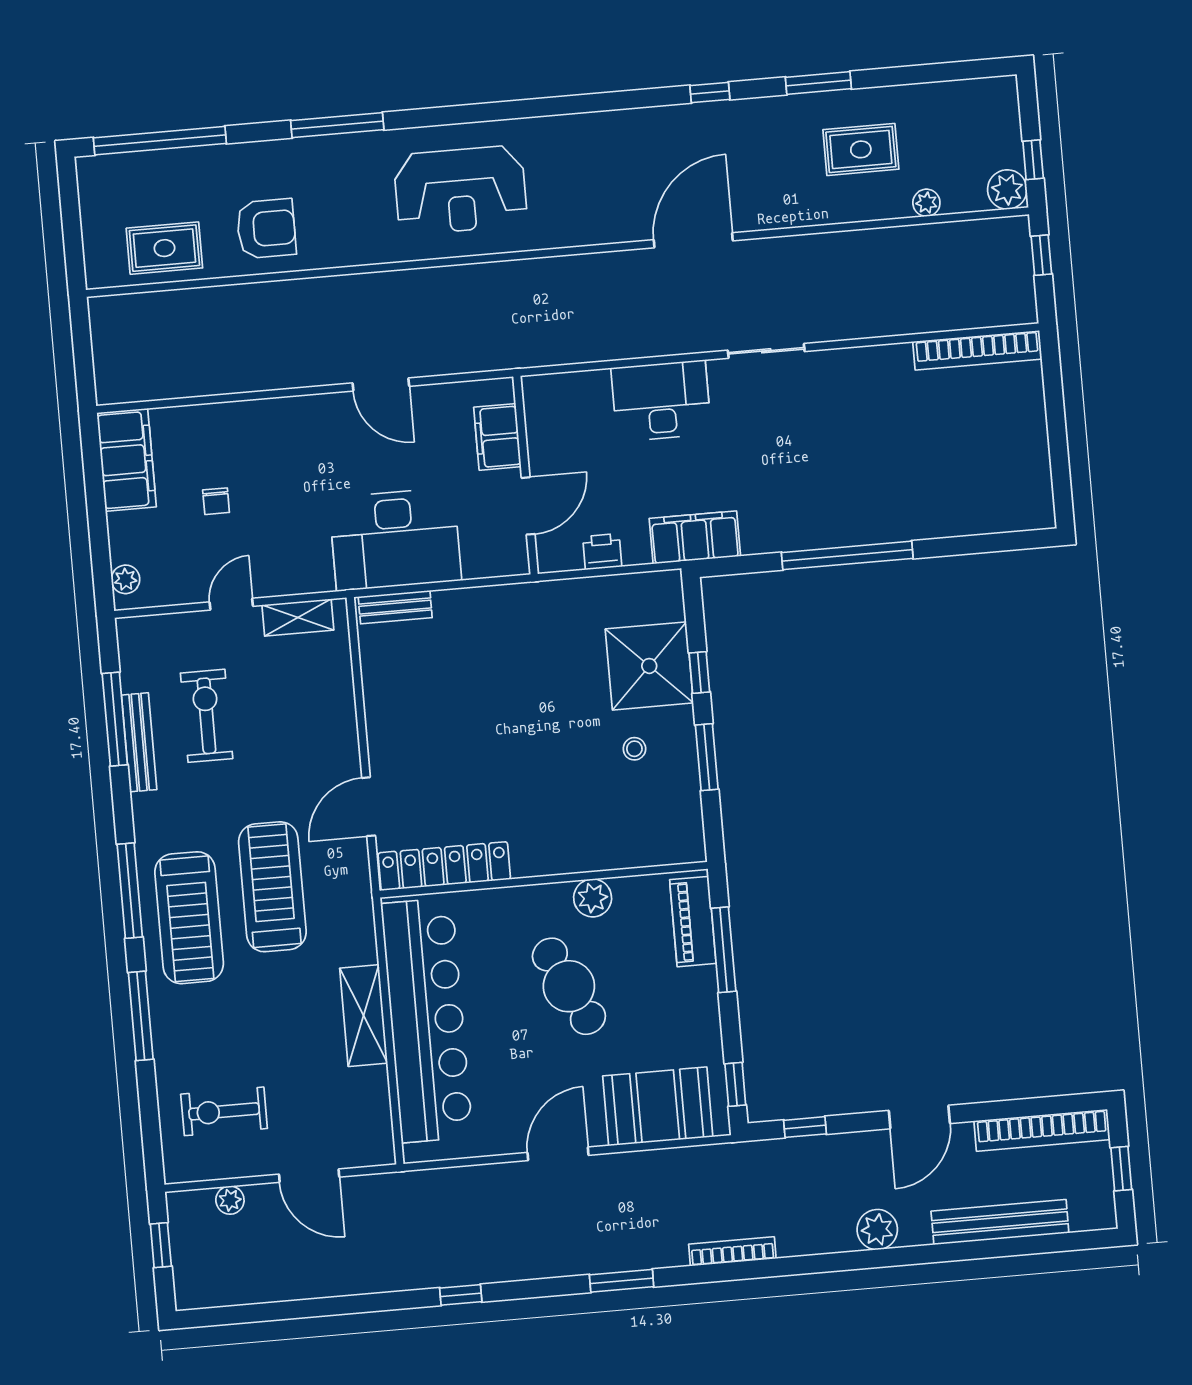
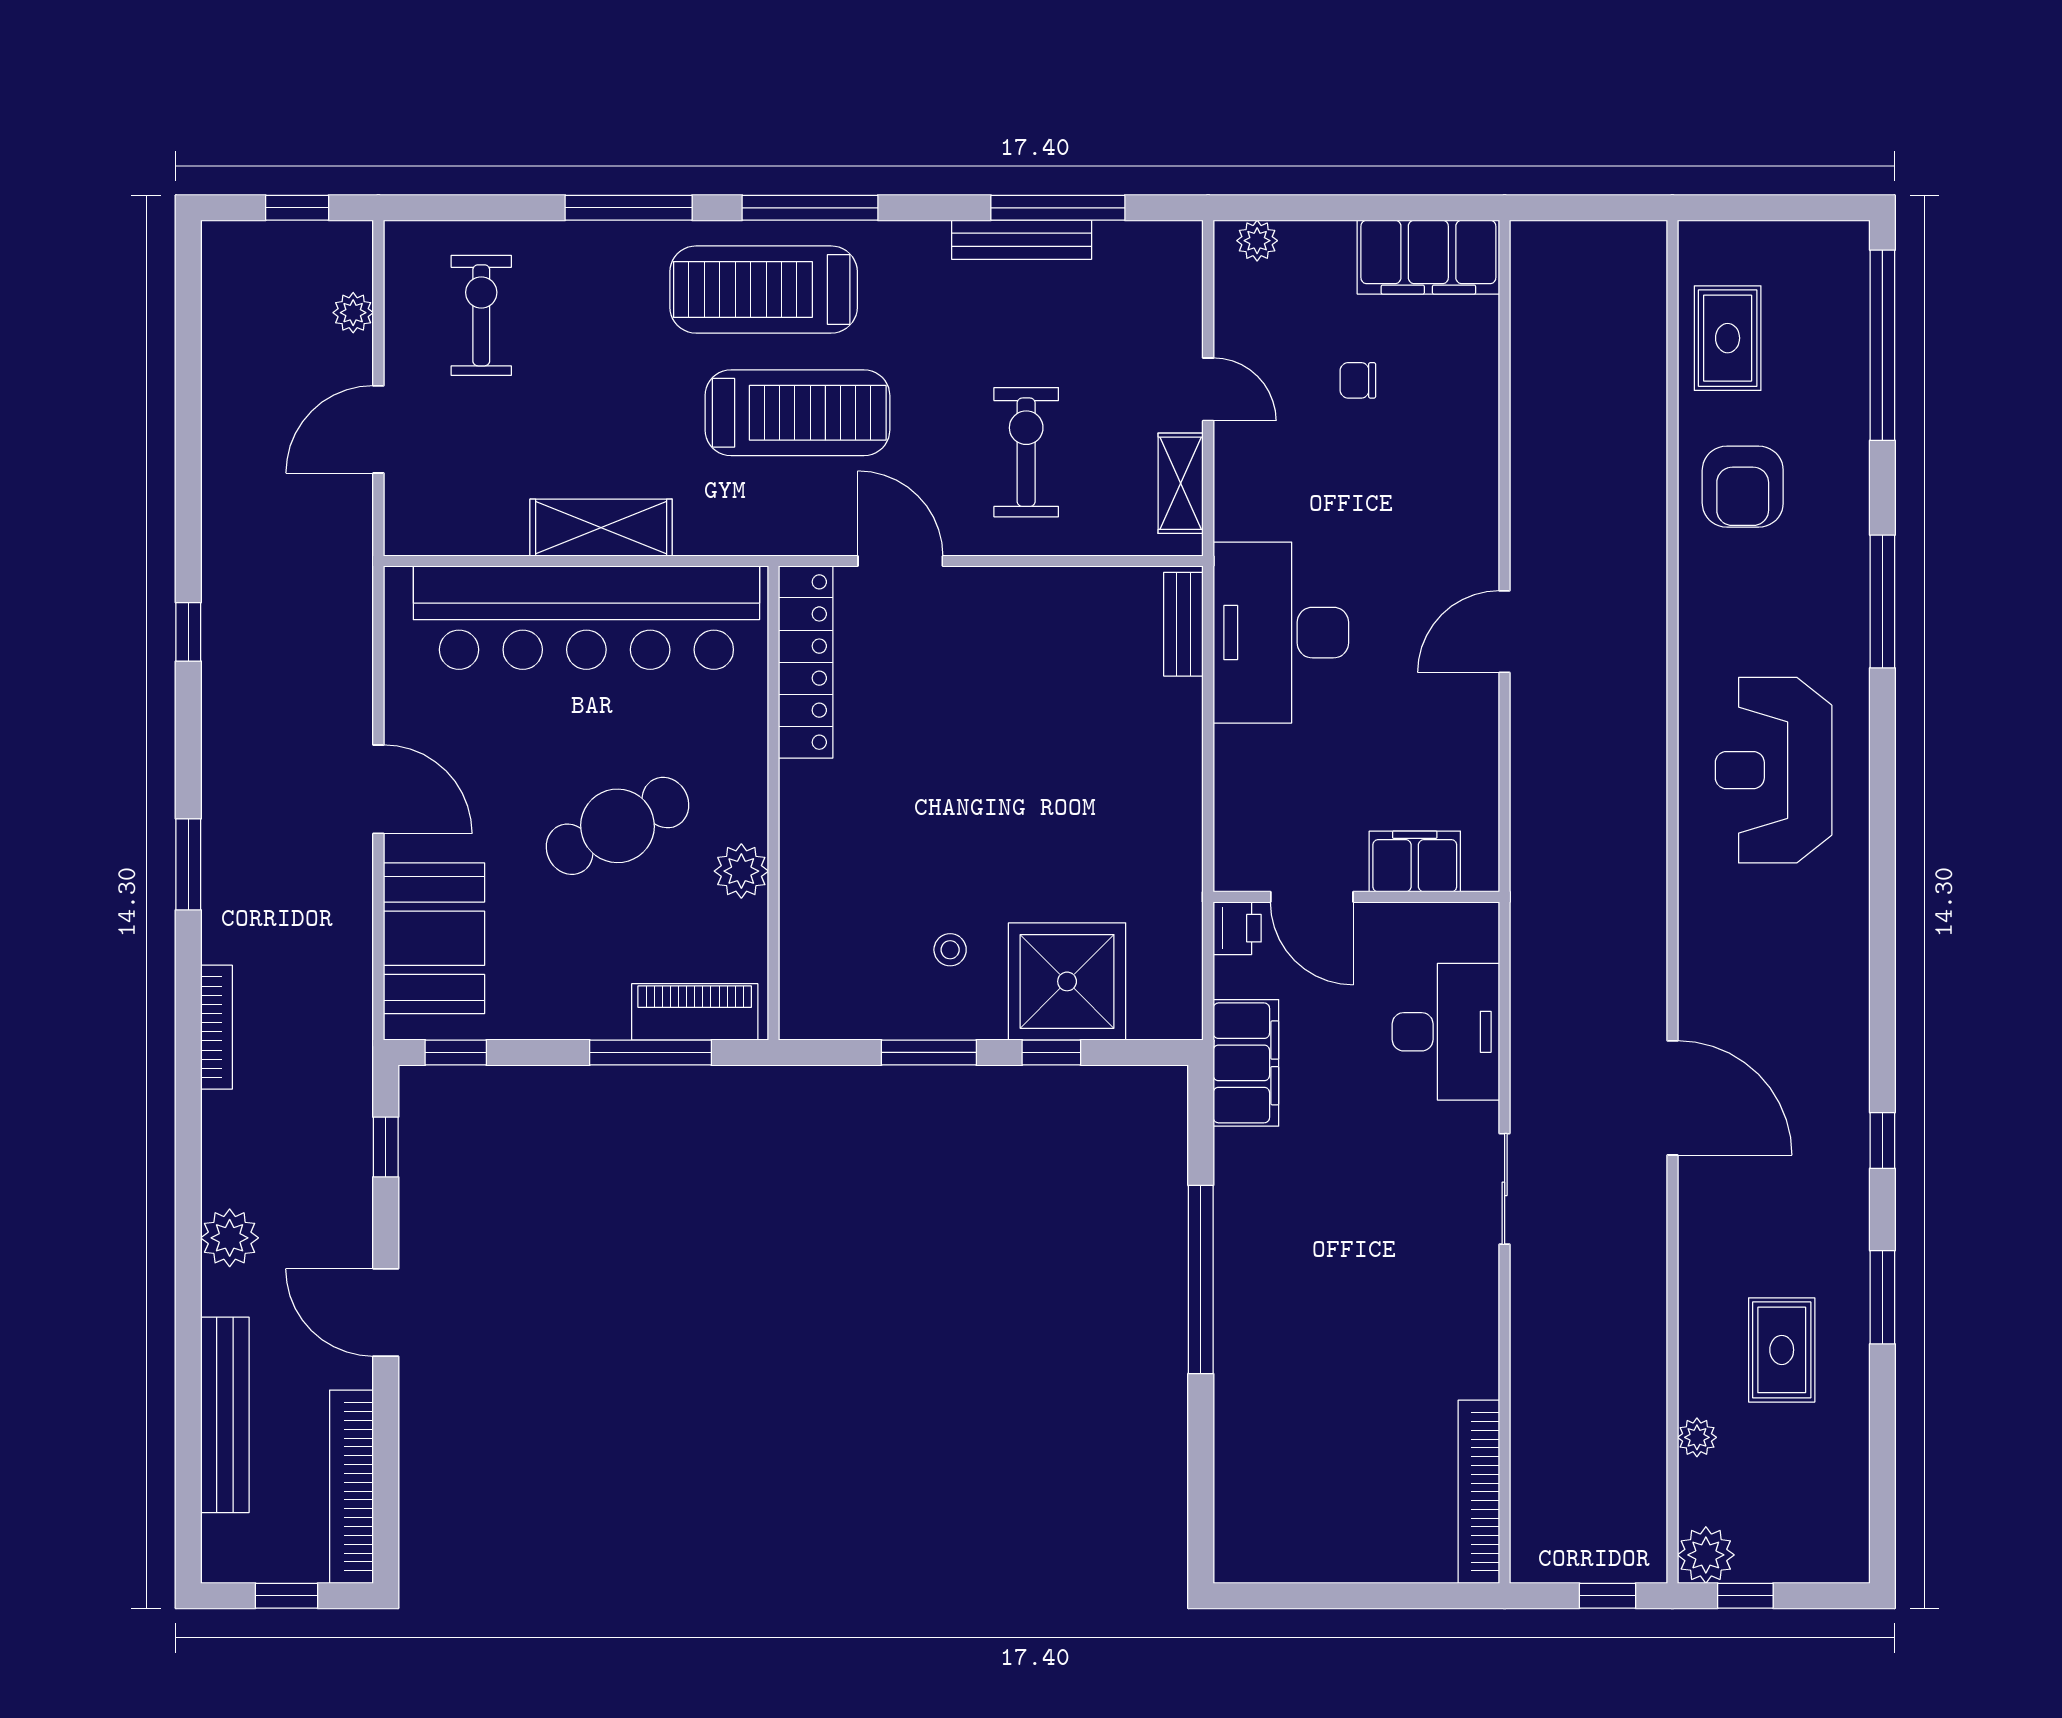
filing cabinet: (497, 437) -> (1415, 861), moved
wall: (525, 475) -> (1356, 897), moved
door: (528, 506) -> (1312, 897), moved
exercise bike: (207, 716) -> (1026, 452), moved, turned -90

